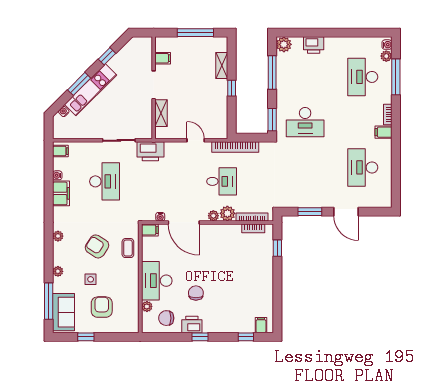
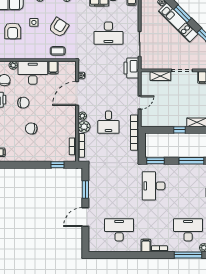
filing cabinet: (150, 230) -> (53, 68), moved
chair: (230, 283) -> (31, 128), added
armchair: (102, 307) -> (13, 31), turned 90

